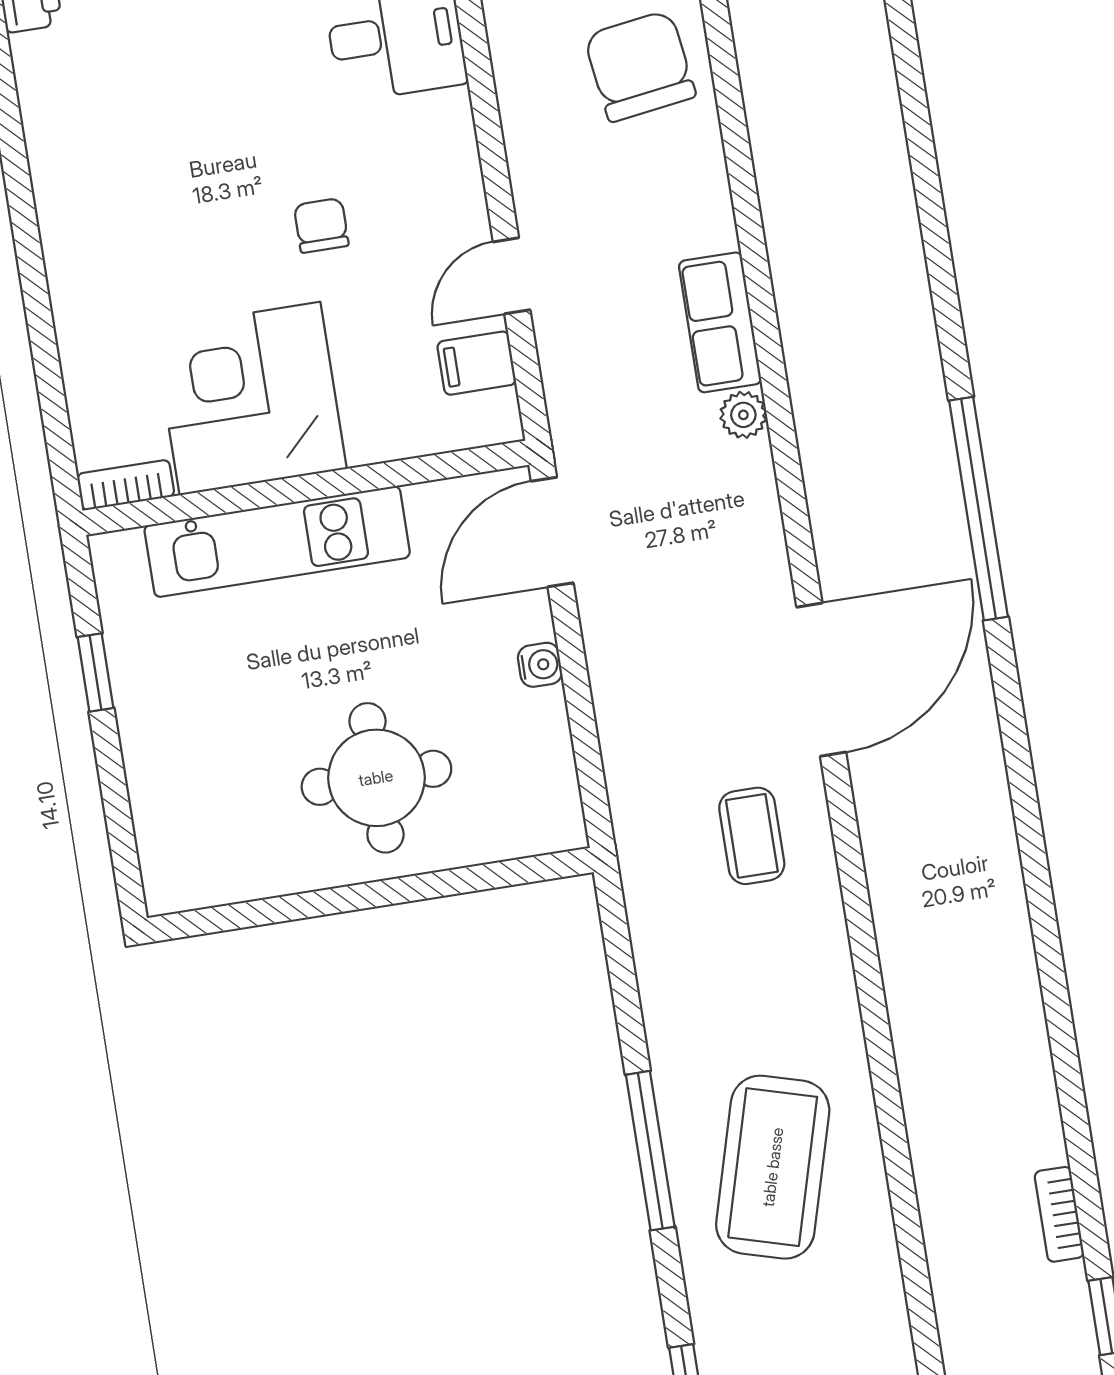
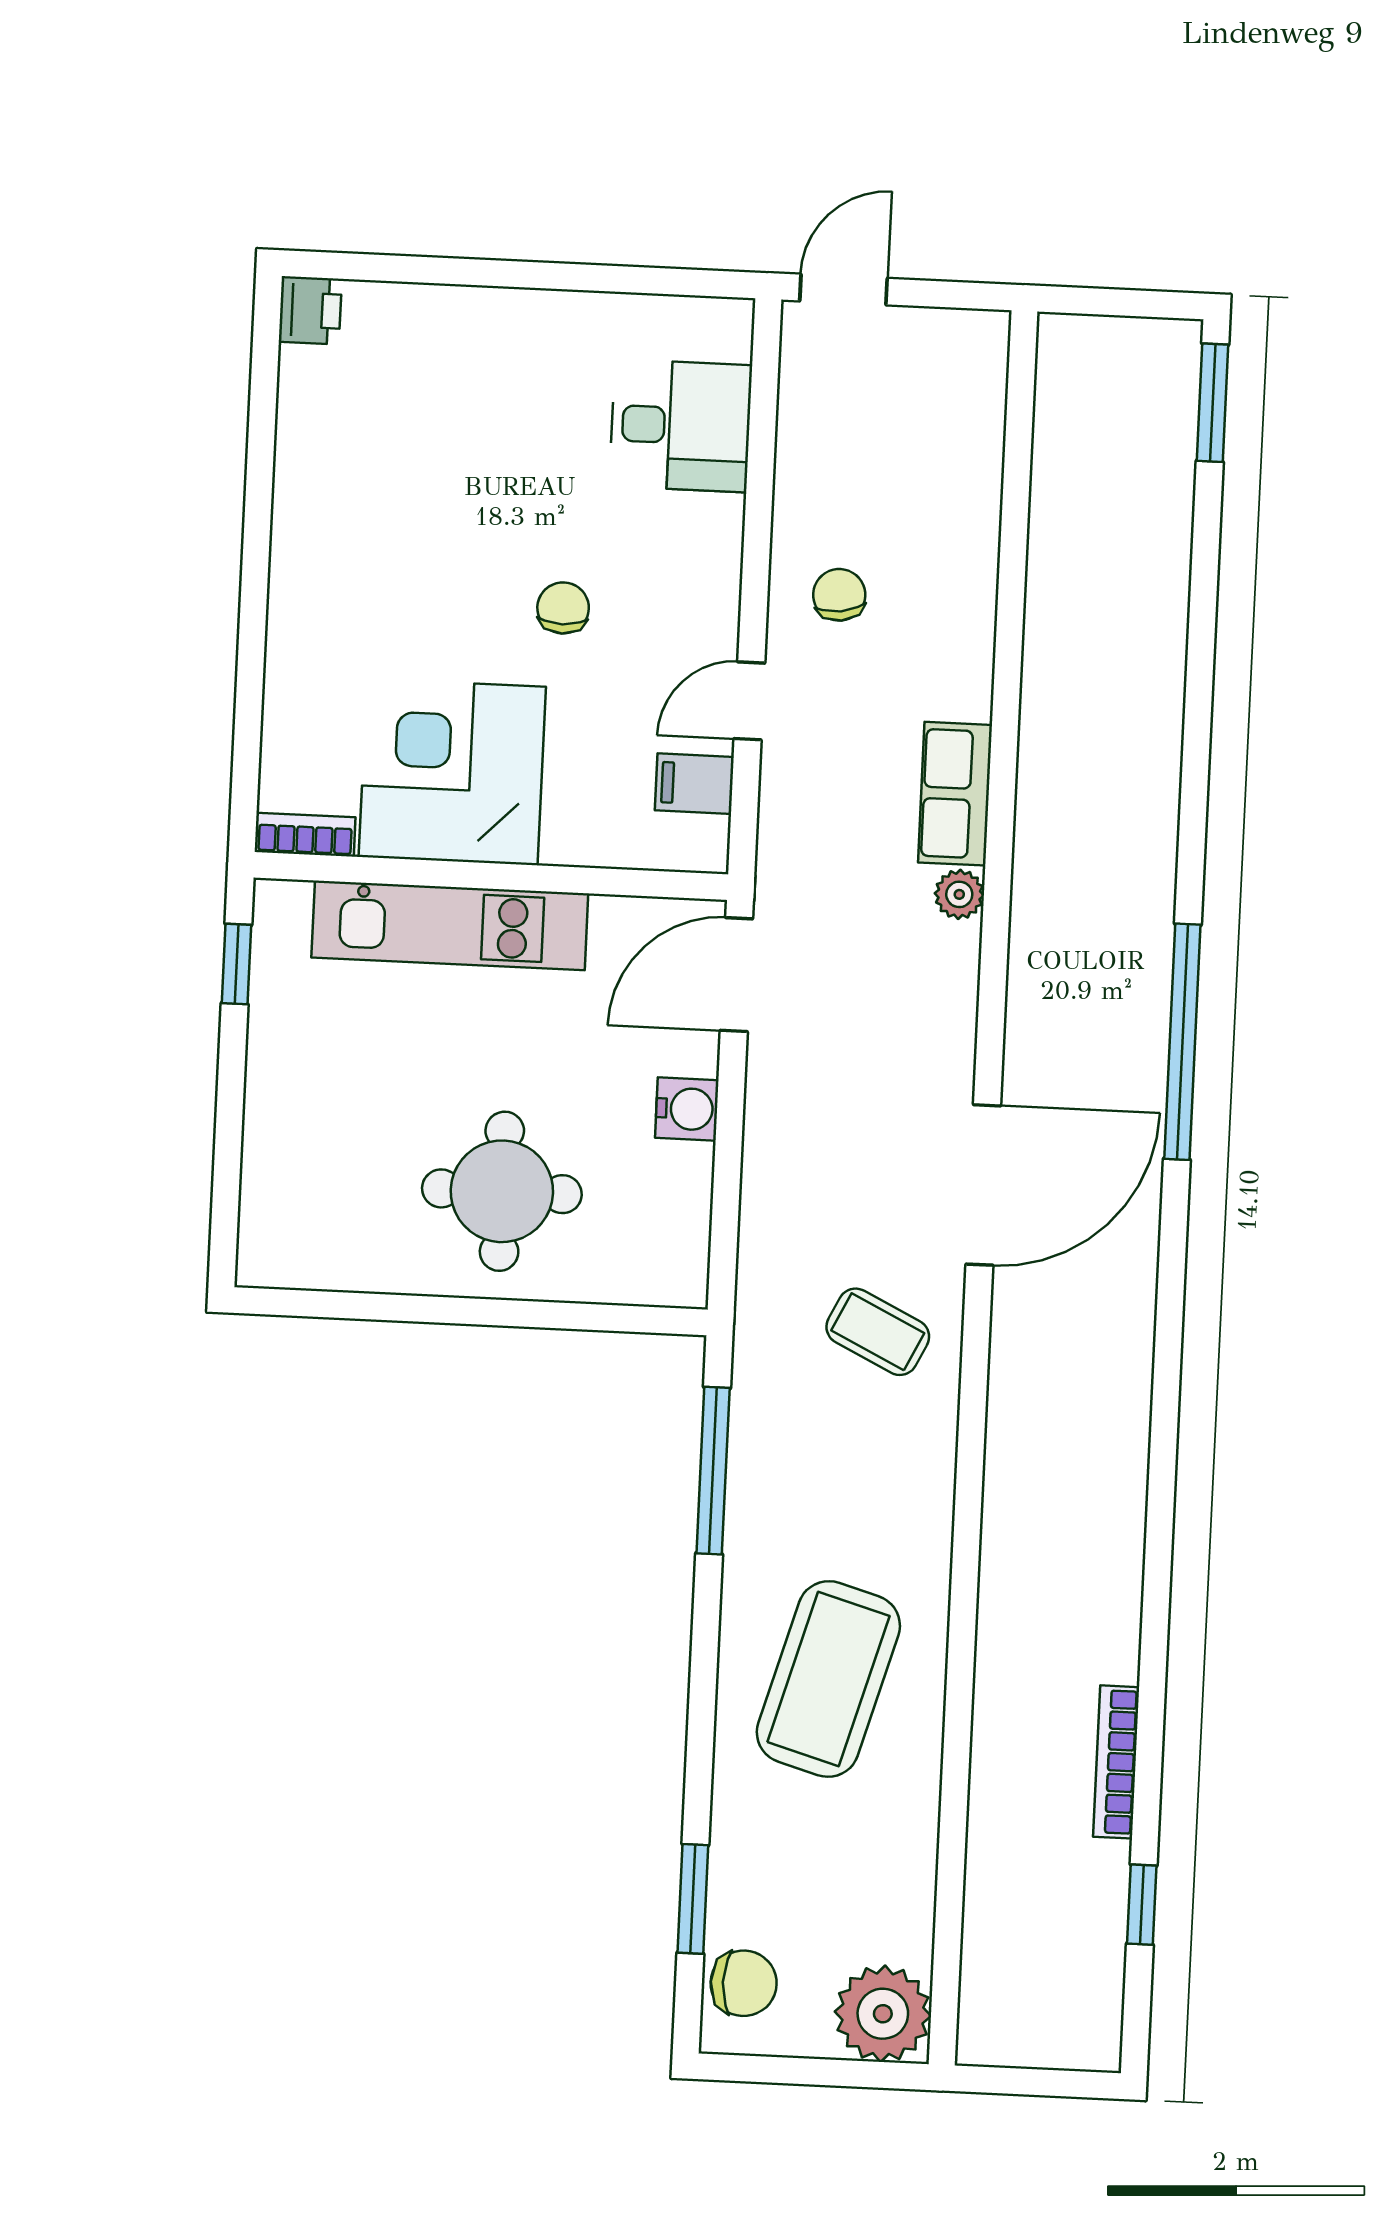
chair: (640, 66) -> (839, 595), moved, width x0.54, depth x0.54
water cooler: (540, 665) -> (687, 1109), width x1.38, depth x1.38
window: (96, 673) -> (237, 964), moved
coffee table: (752, 836) -> (878, 1332), turned -64
window: (650, 1151) -> (713, 1471), moved
bookcase: (1059, 1214) -> (1116, 1762), width x1.56

